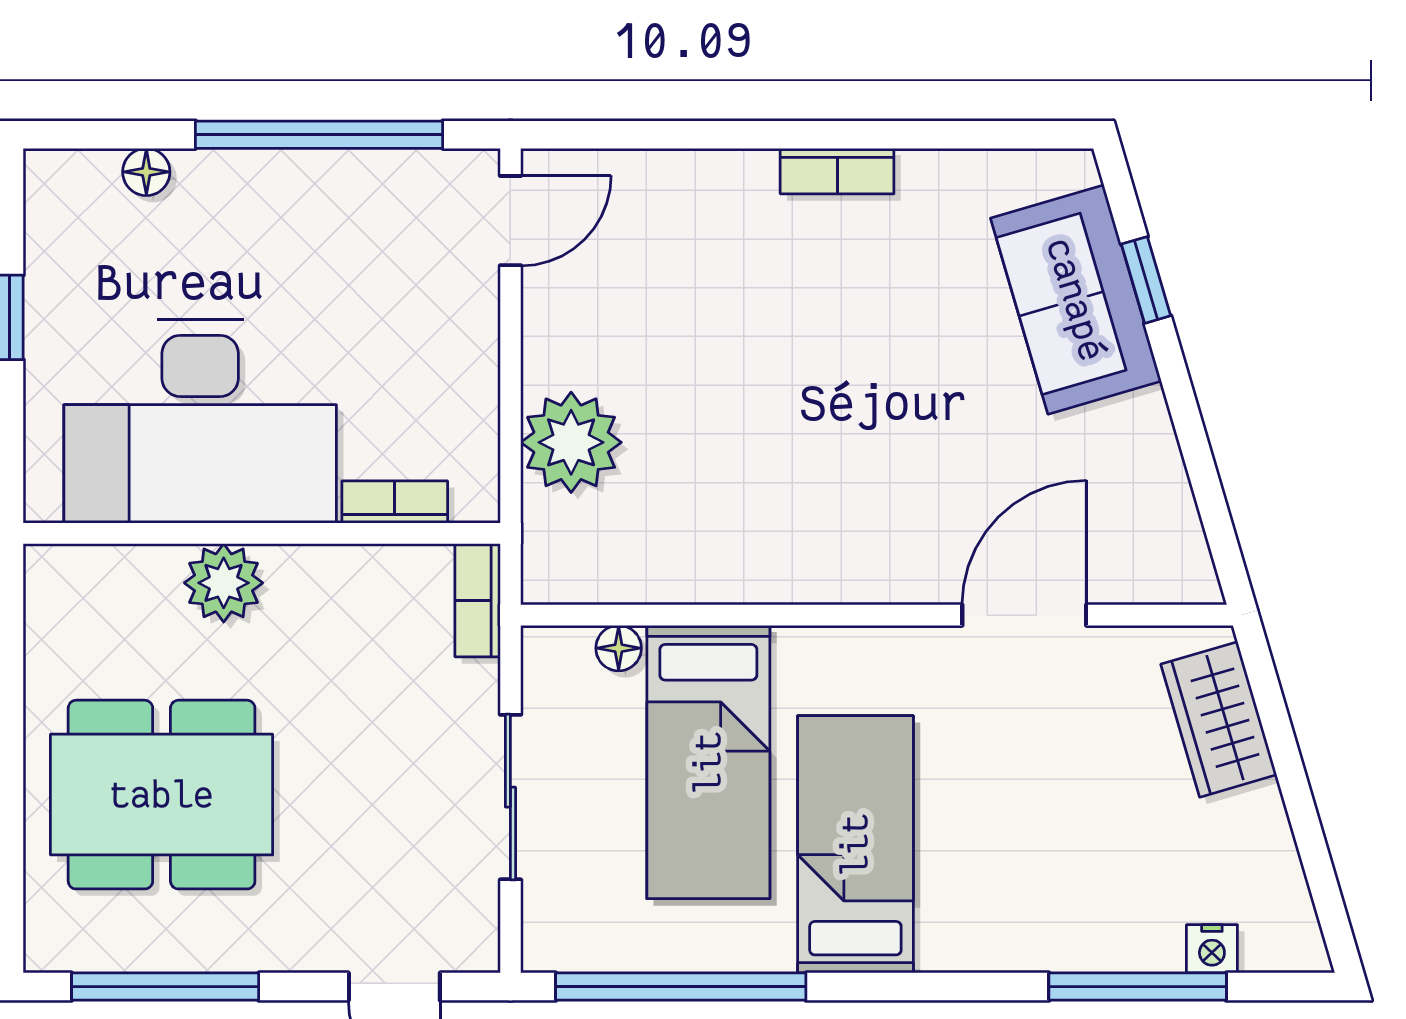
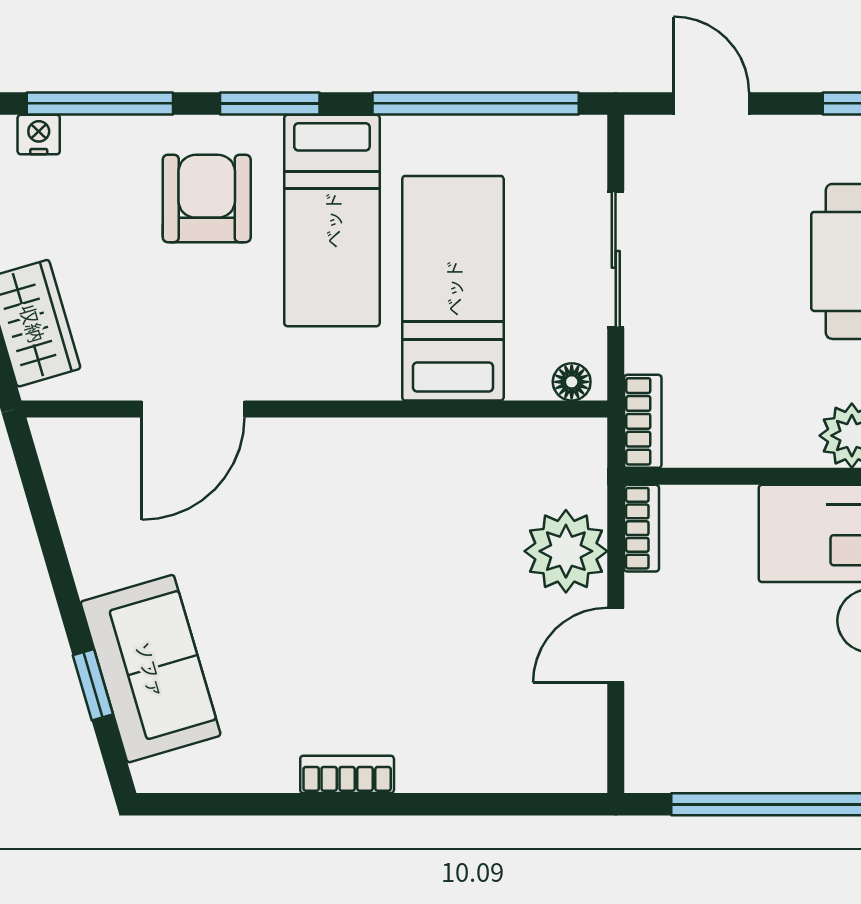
door: (510, 221) -> (616, 645), moved
bookcase: (395, 502) -> (642, 528), moved, turned -90
floor lamp: (619, 648) -> (572, 382), moved
armchair: (1008, 871) -> (207, 198), added
window: (931, 987) -> (270, 103), added

